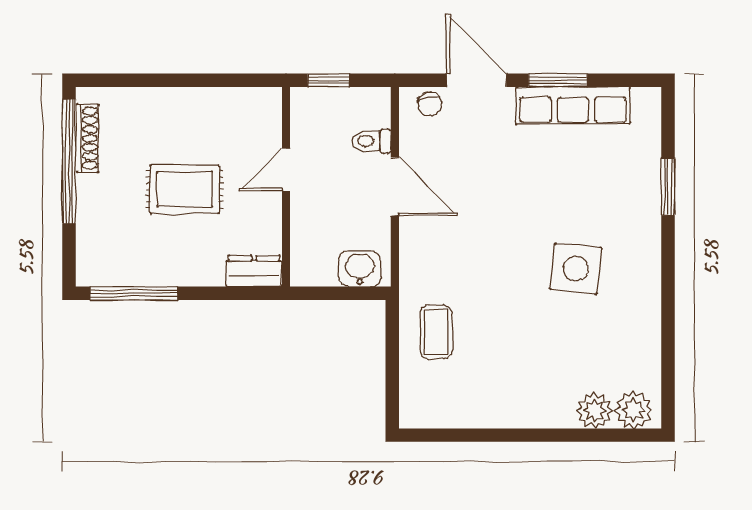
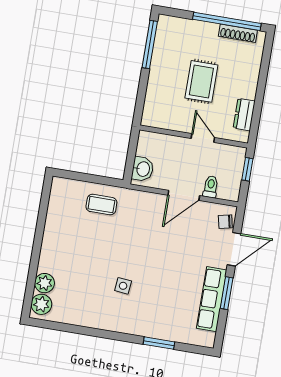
side table: (576, 269) -> (123, 286), width x0.54, depth x0.54
dresser: (254, 271) -> (244, 115), moved, turned 180

